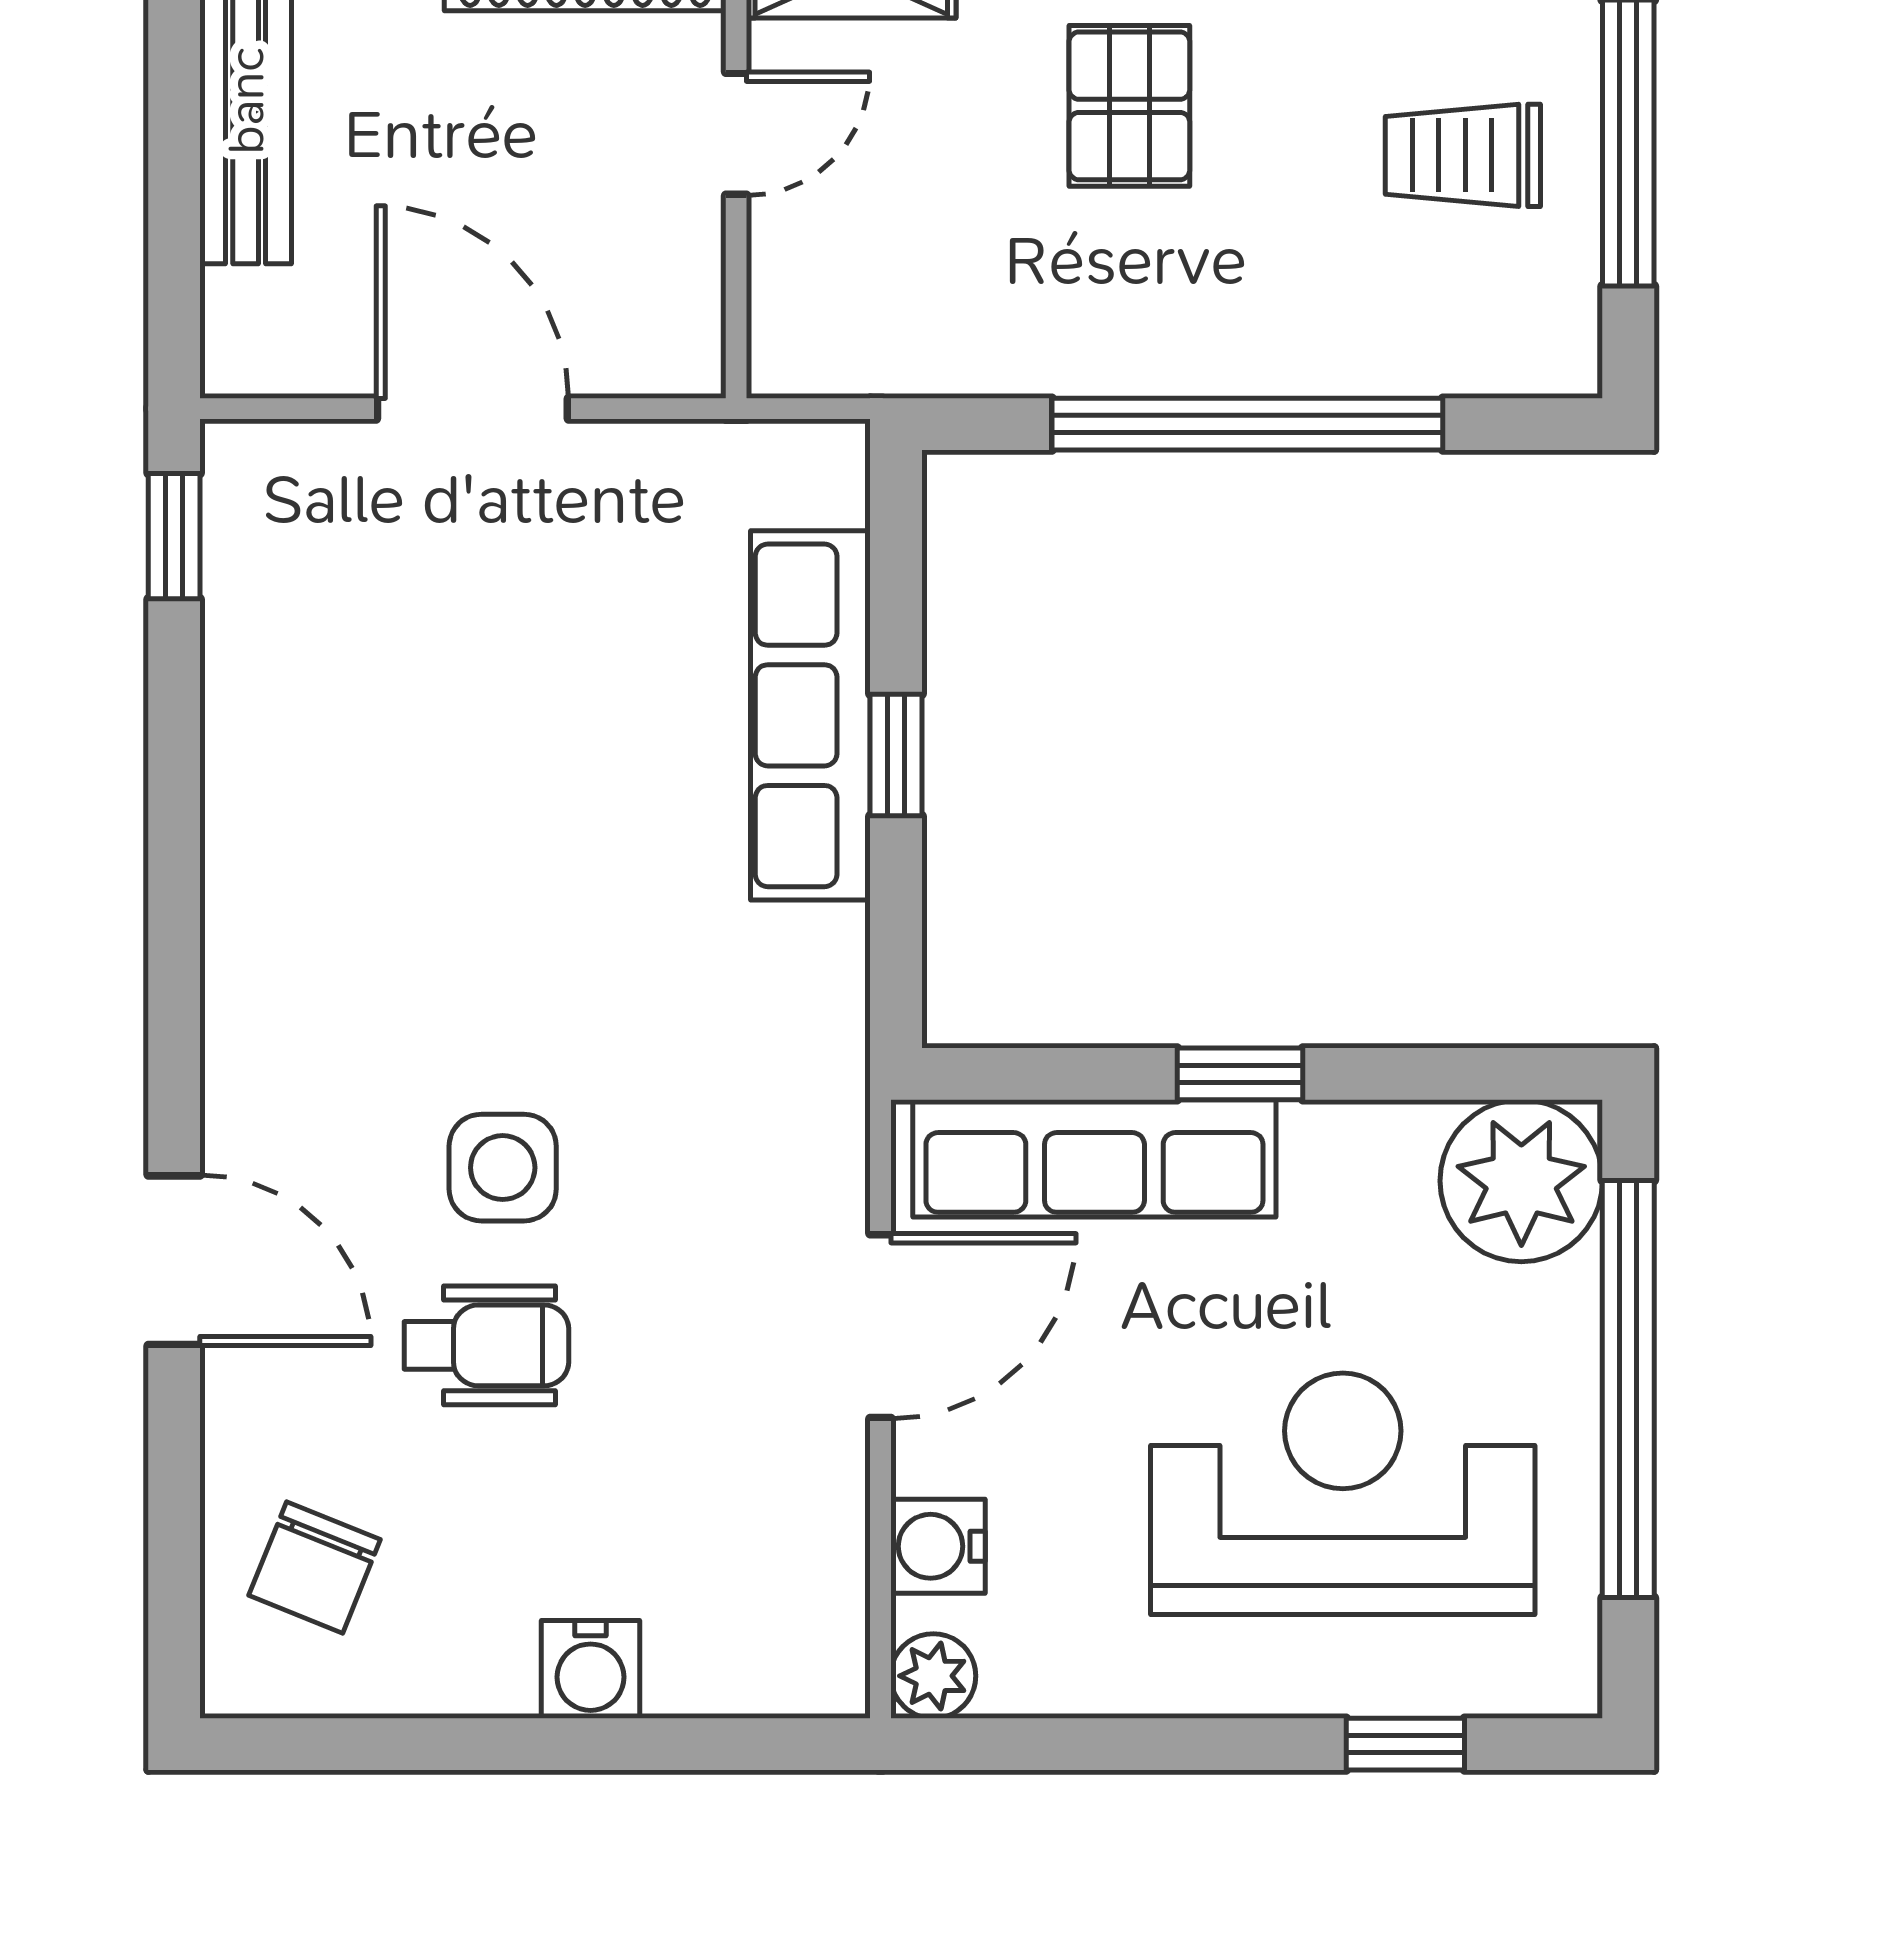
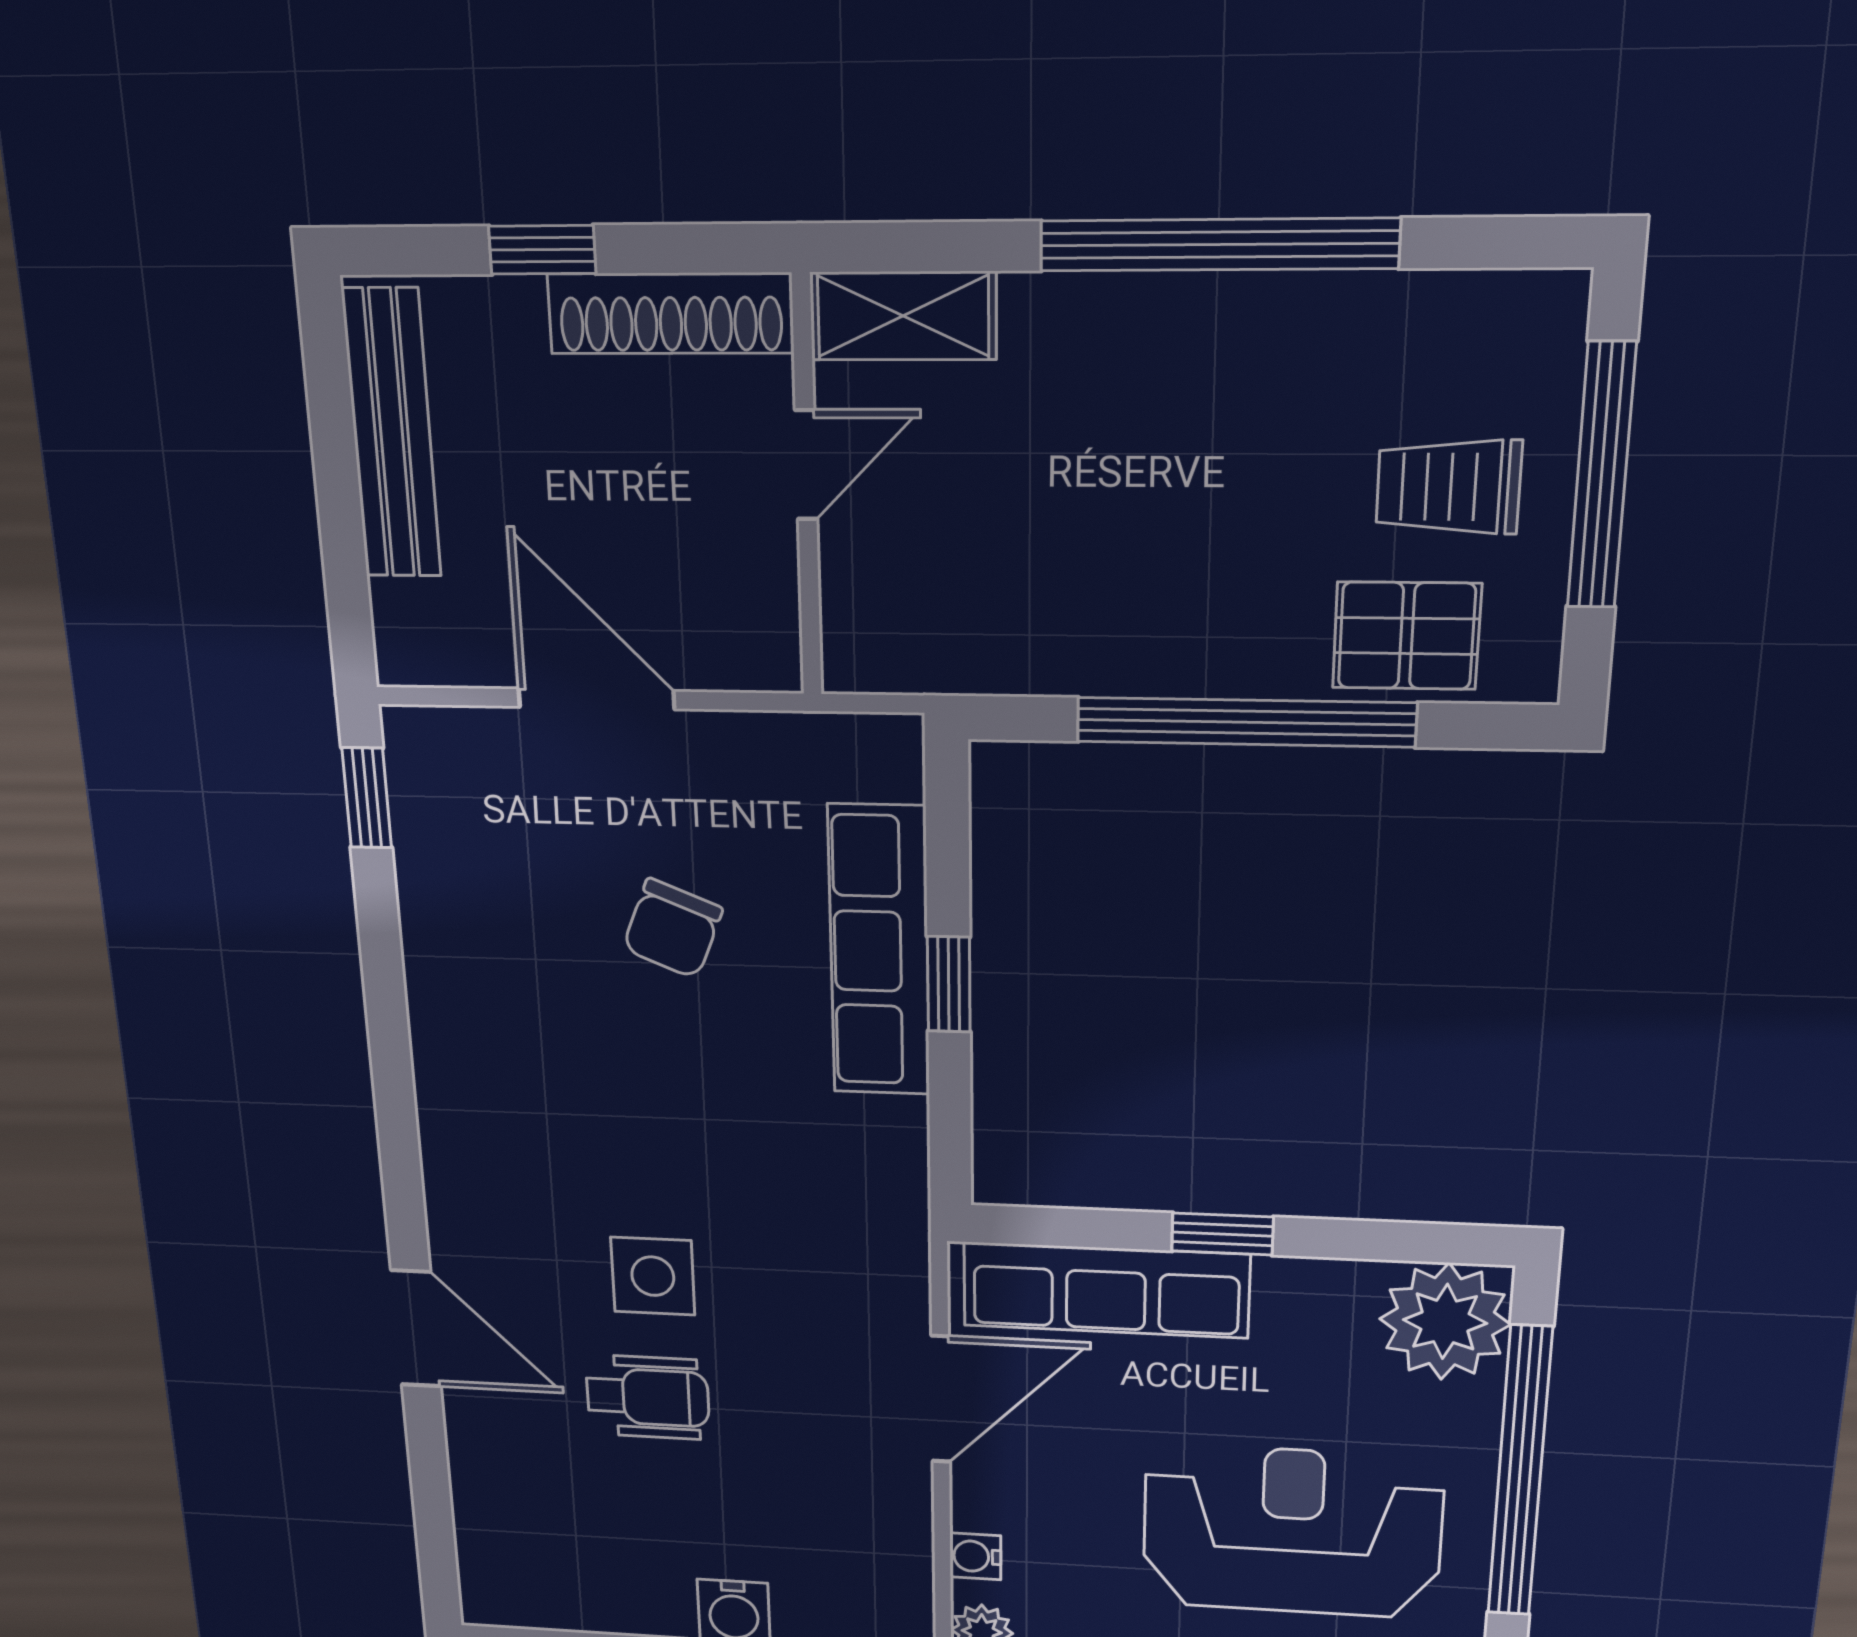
pallet: (1129, 106) -> (1407, 636), moved, turned 90
water cooler: (938, 1546) -> (975, 1556), width x0.72, depth x0.72
chair: (315, 1567) -> (672, 929), moved

